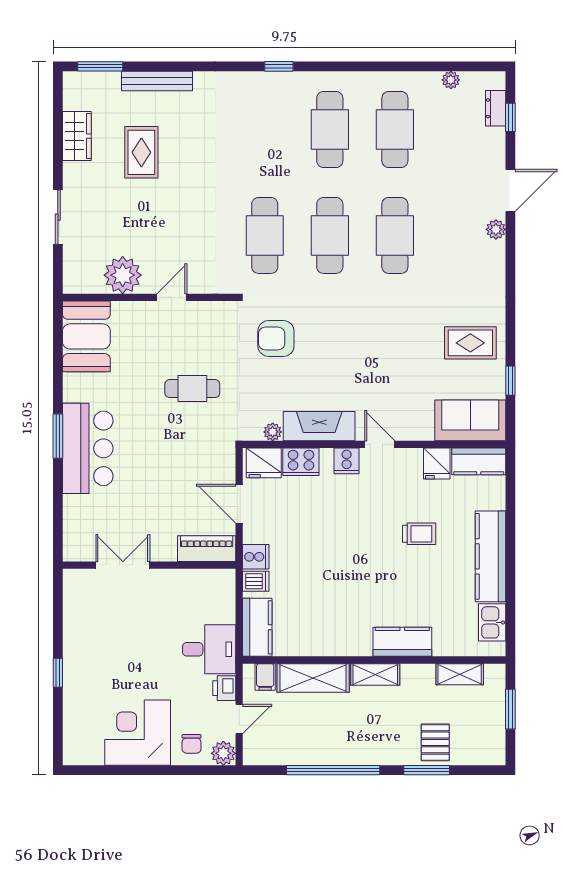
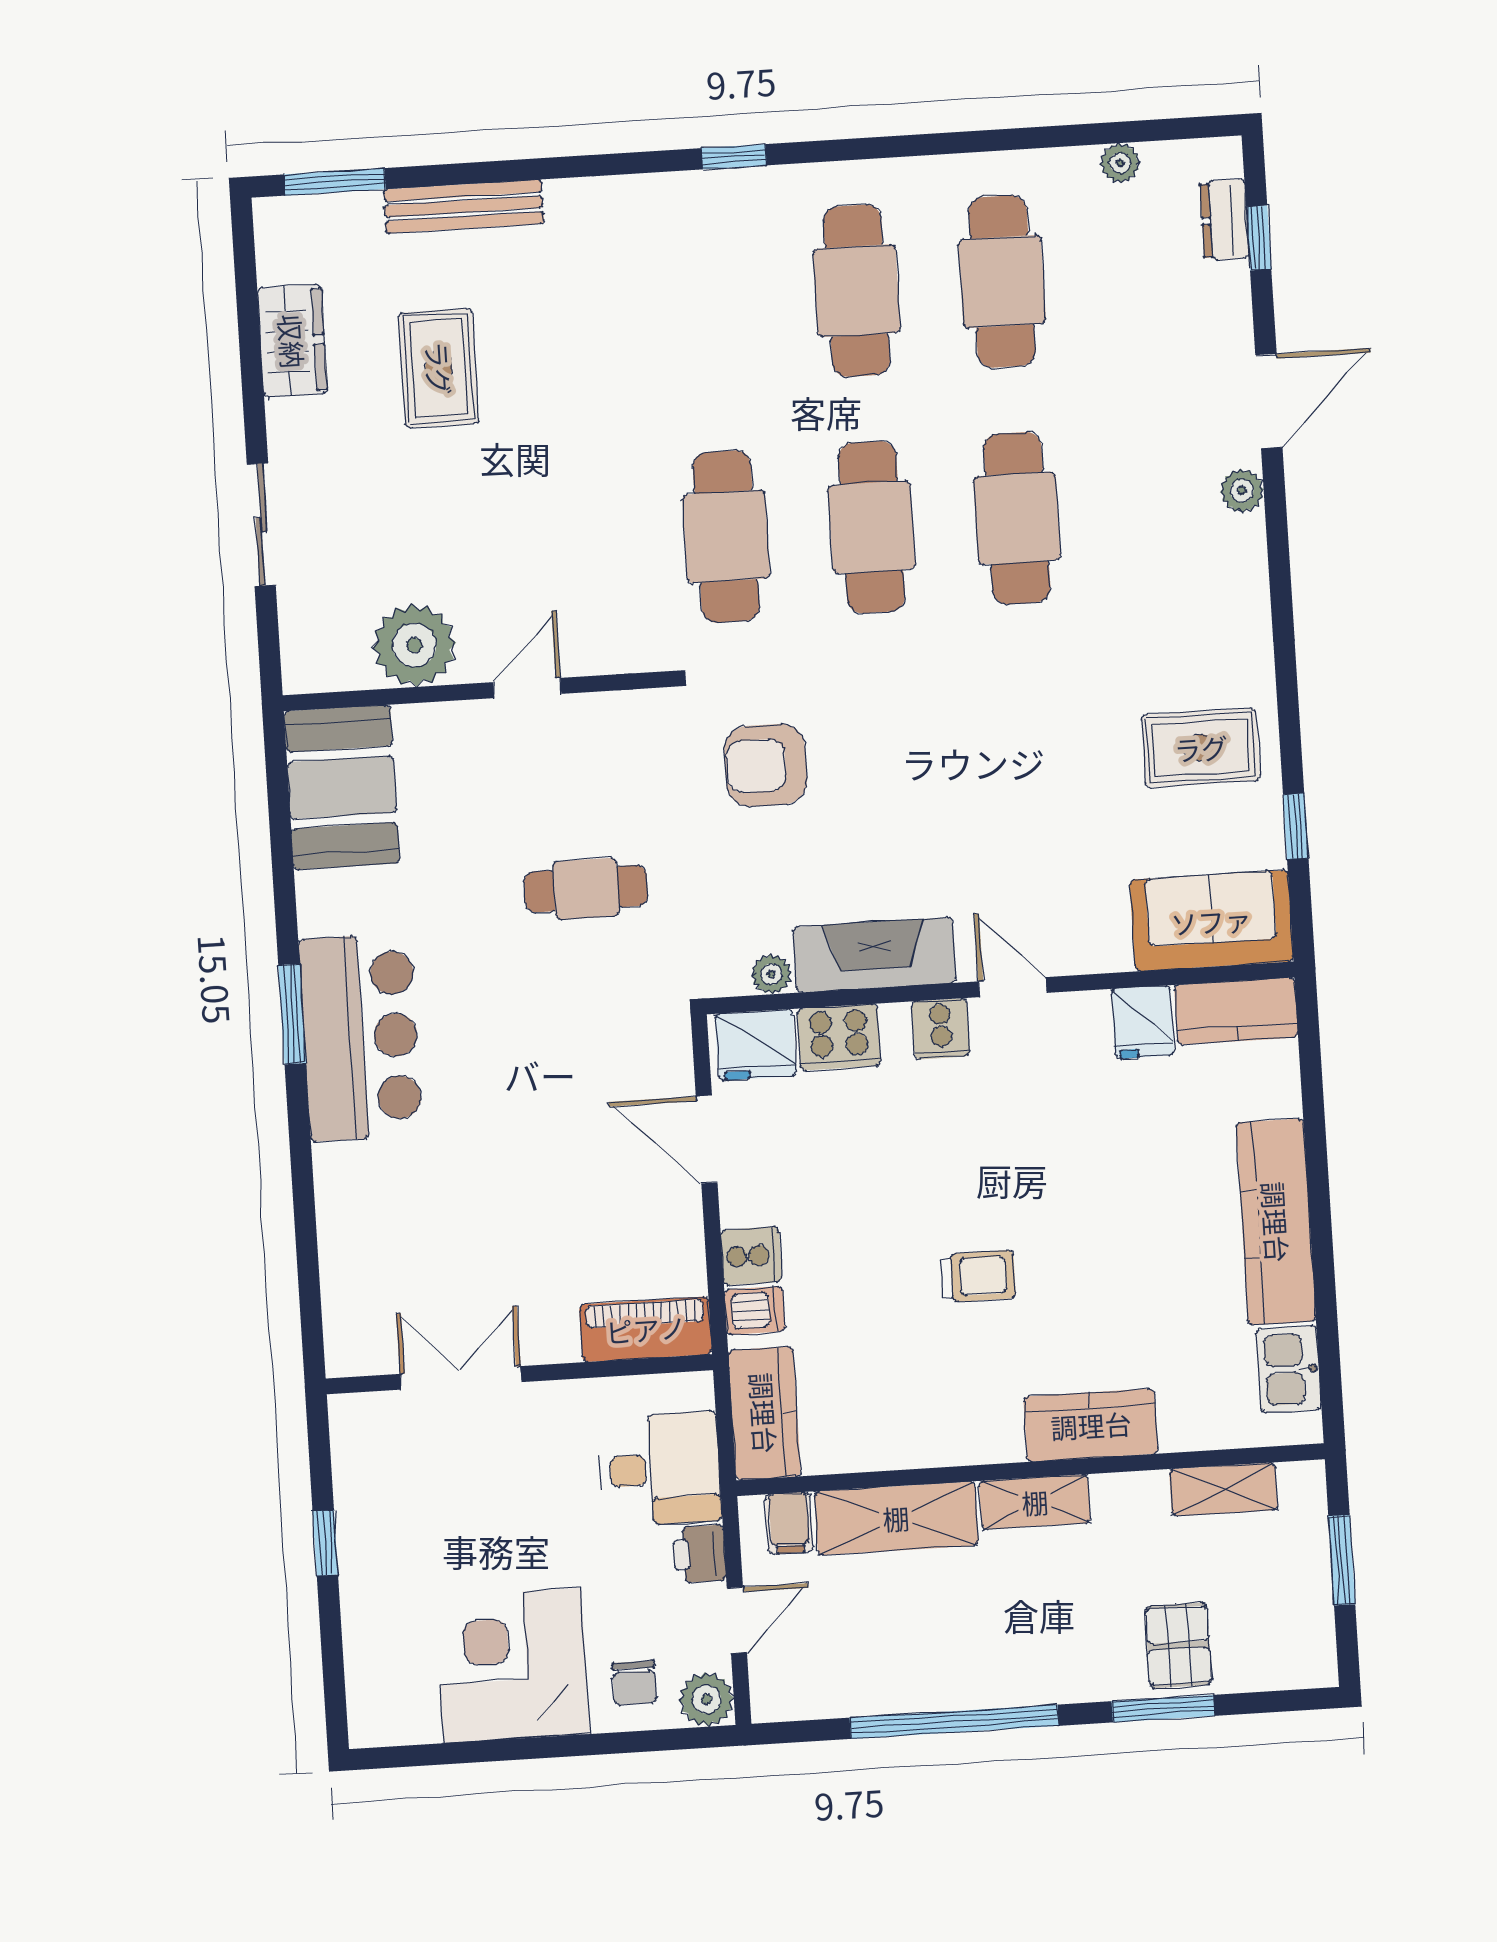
trolley: (419, 534) -> (978, 1276), moved
piano: (207, 549) -> (646, 1329), moved
double door: (123, 565) -> (461, 1378), moved
wall: (149, 565) -> (519, 1374), moved

